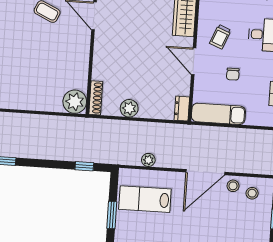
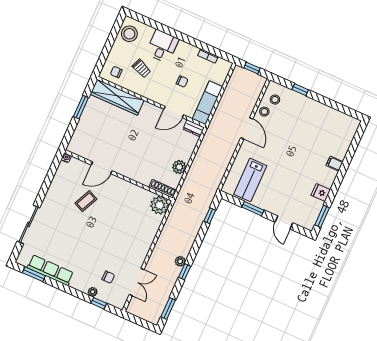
trolley: (220, 37) -> (141, 68), moved
door: (194, 61) -> (174, 112), moved
plant: (148, 160) -> (180, 261), moved
door: (205, 172) -> (247, 128), width x0.73

